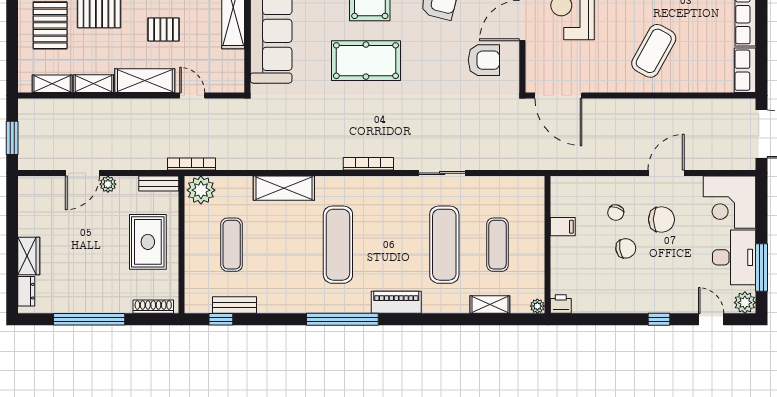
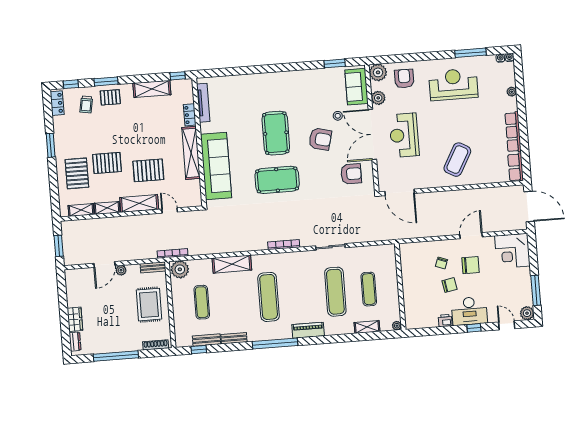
pallet: (164, 29) -> (148, 170), width x1.50, depth x1.42
filing cabinet: (563, 227) -> (409, 275), removed
desk: (734, 257) -> (469, 311), moved, turned 90
printer: (561, 304) -> (445, 321), moved
bench: (278, 306) -> (234, 338), added

